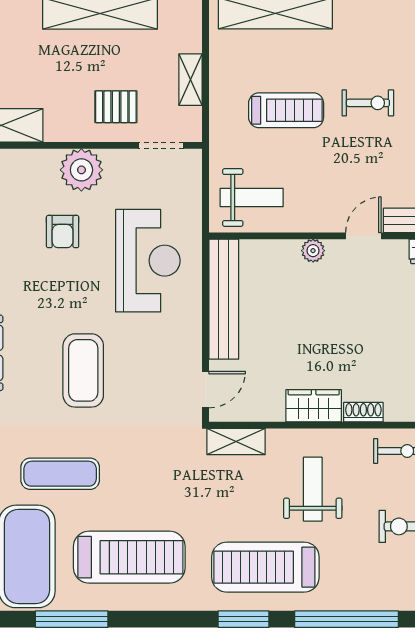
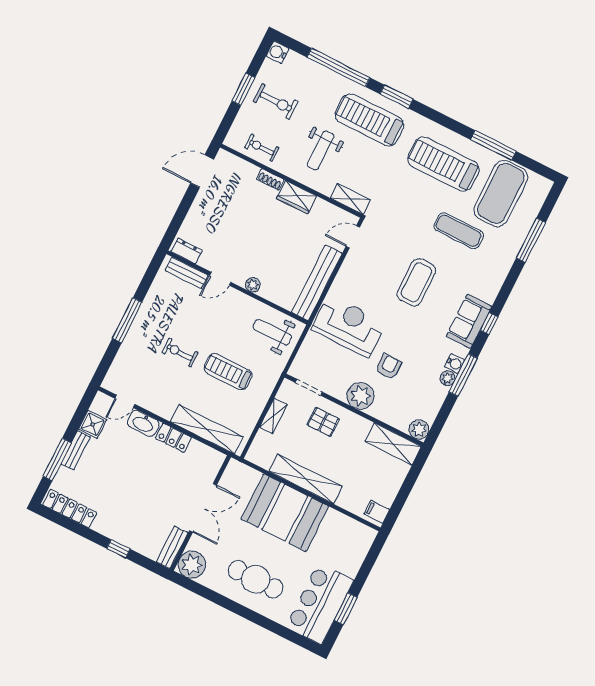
reception desk: (148, 261) -> (349, 326), turned 90
treadmill: (265, 567) -> (369, 120), turned 180

